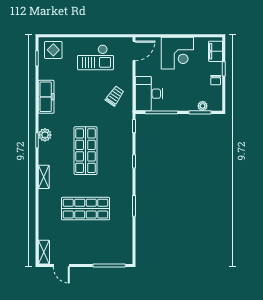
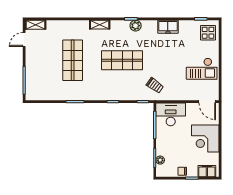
checkout: (95, 57) -> (202, 69), turned -90
trolley: (115, 96) -> (155, 85), moved
freezer: (46, 97) -> (168, 27), width x0.71

